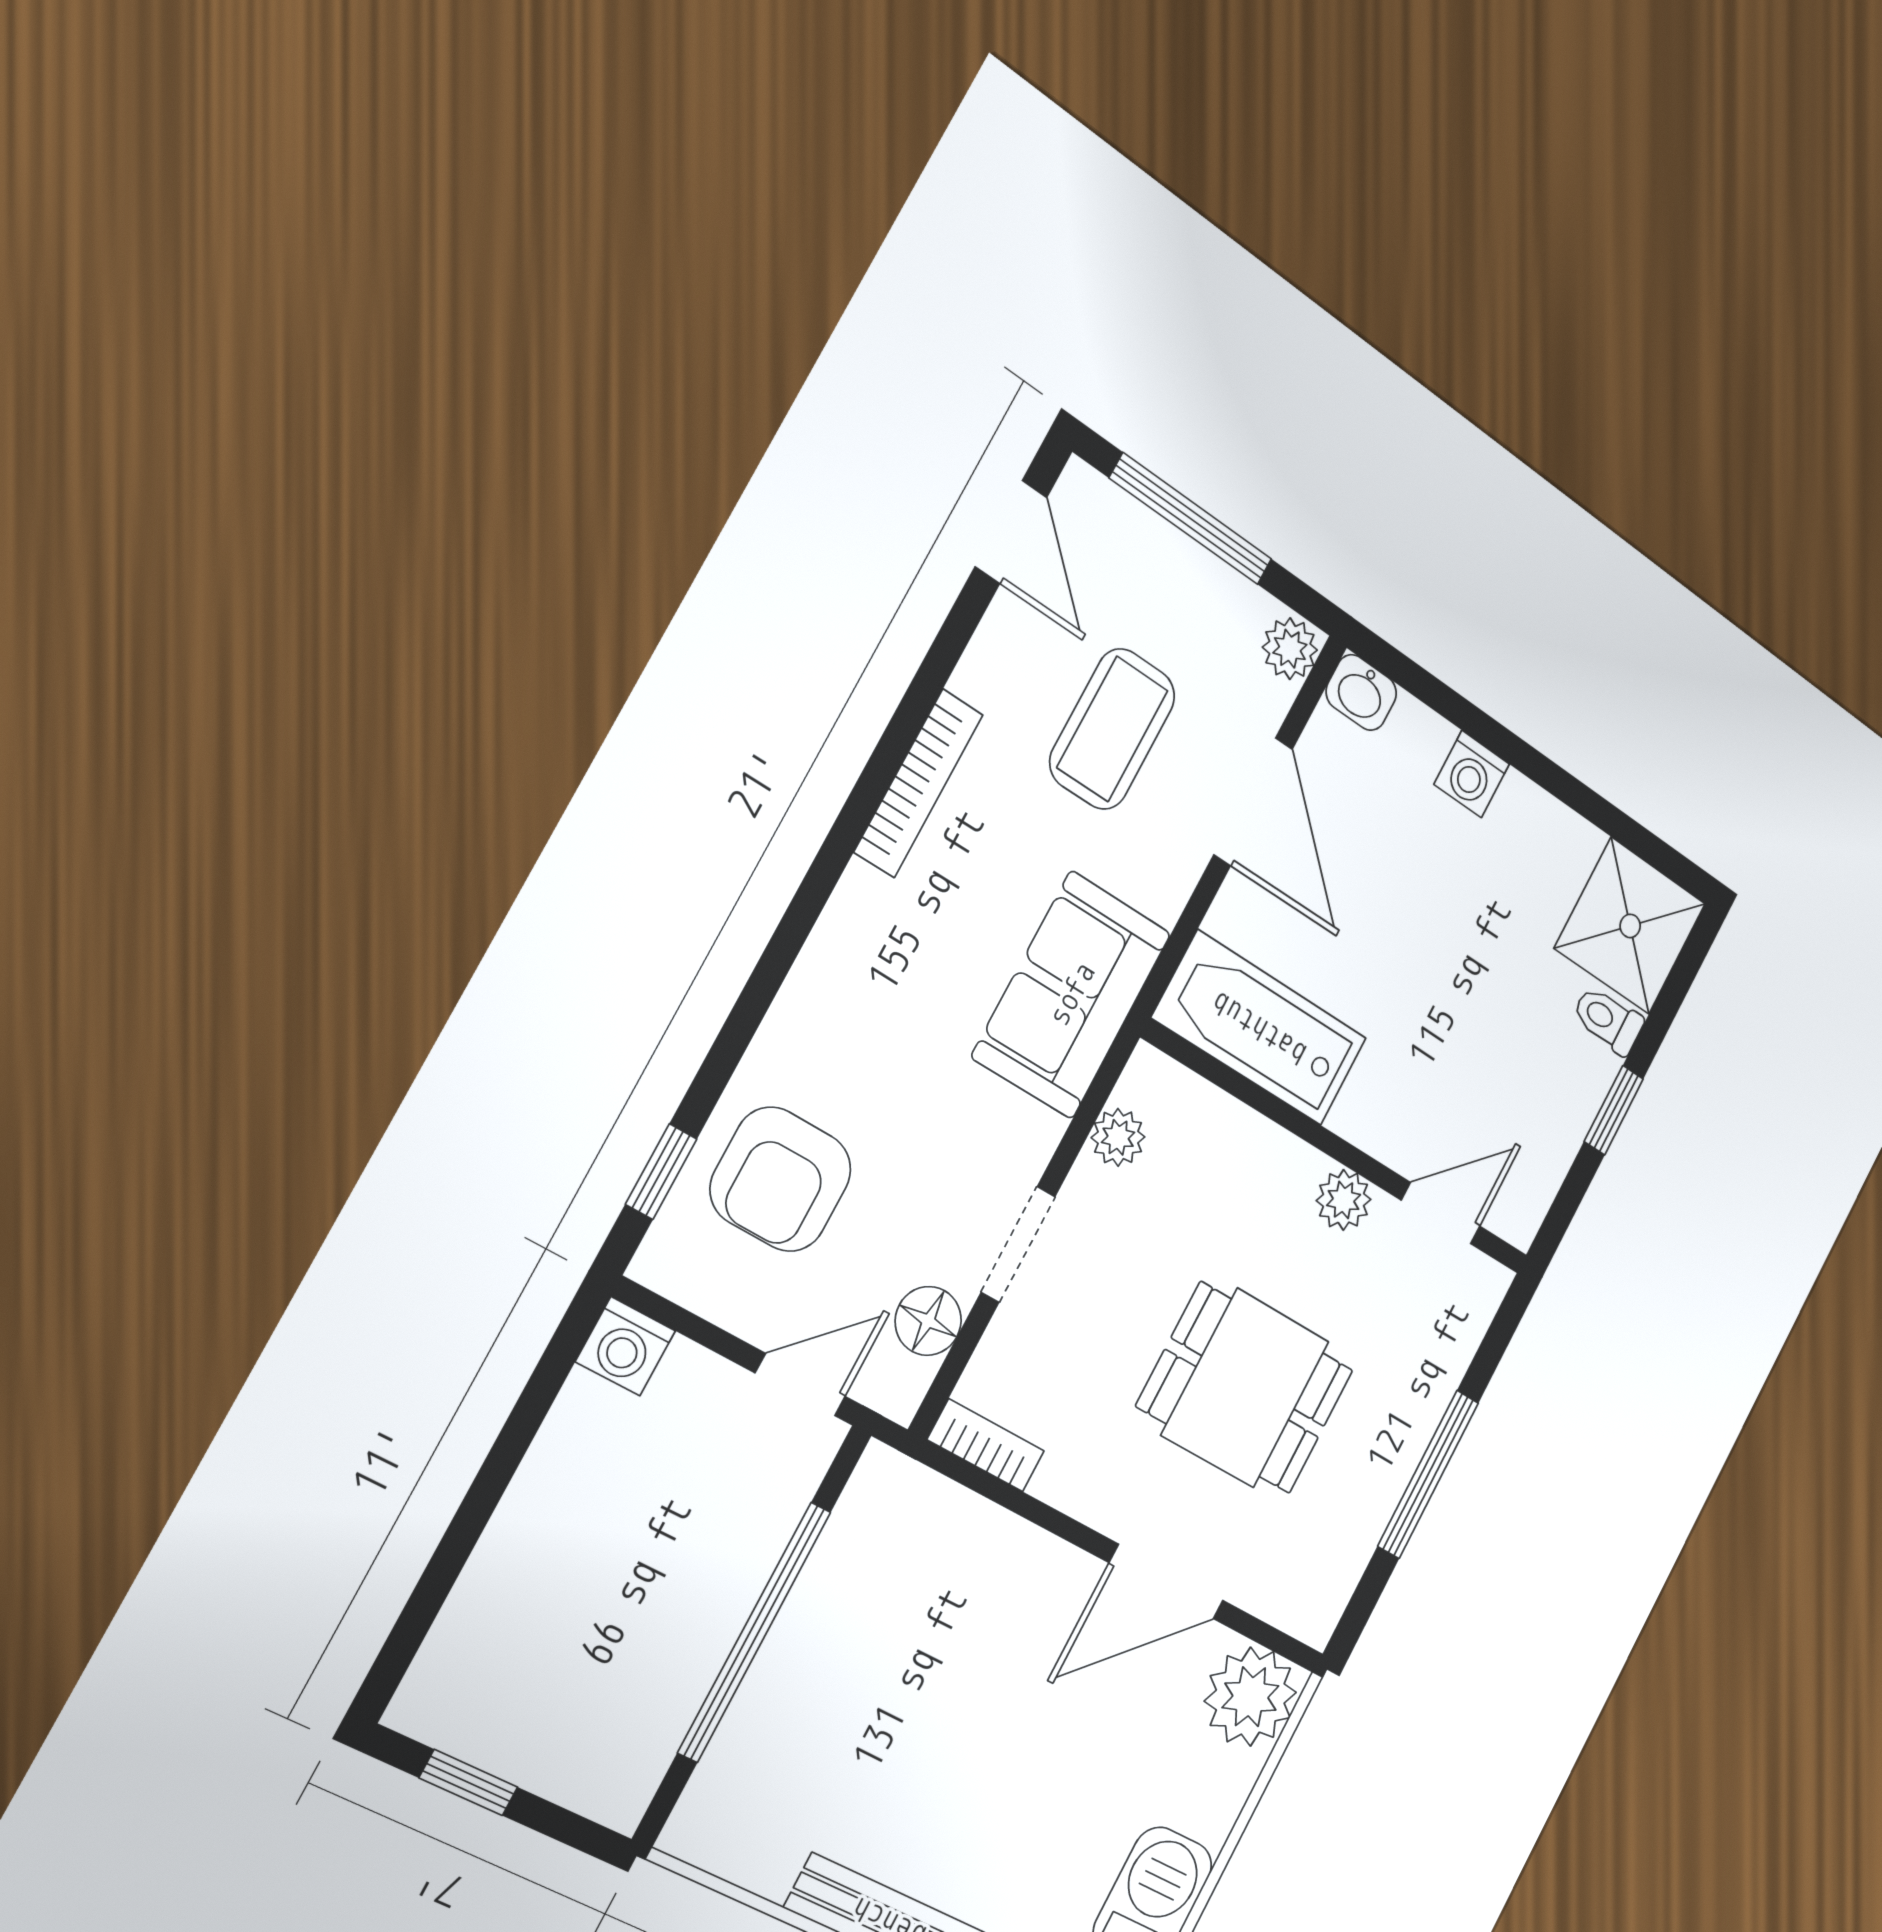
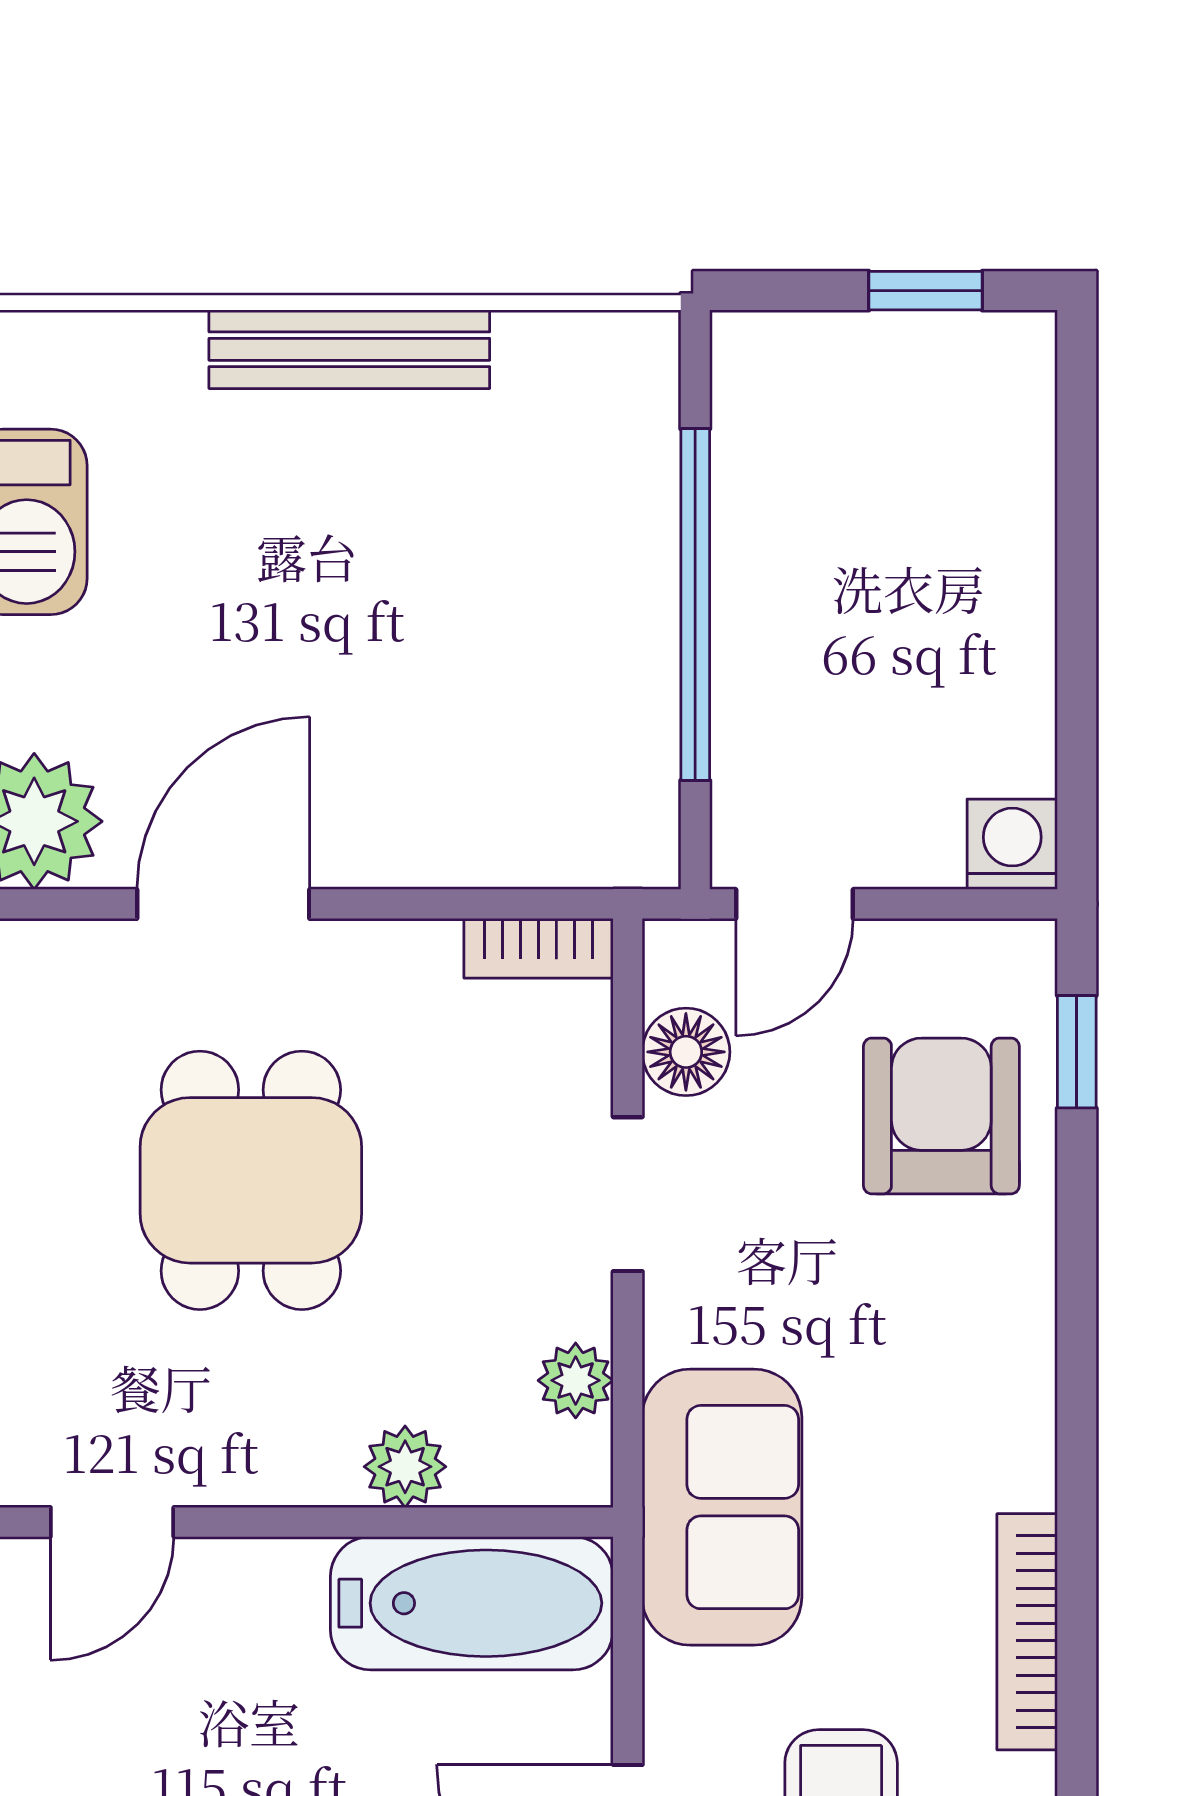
plant: (1344, 1200) -> (405, 1467), moved
dining table: (1245, 1388) -> (251, 1180), turned 90

